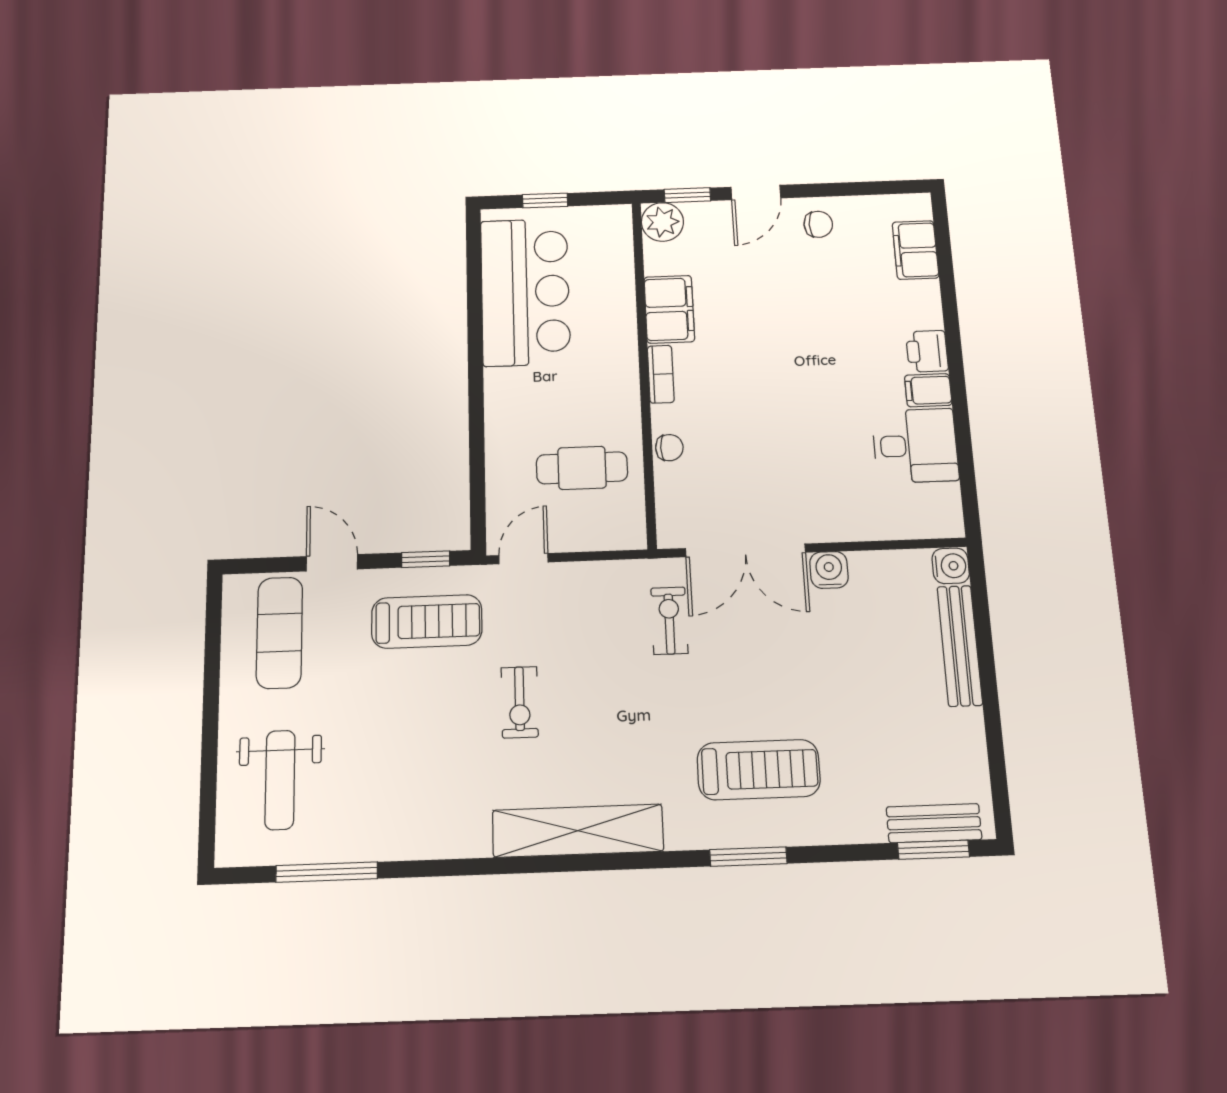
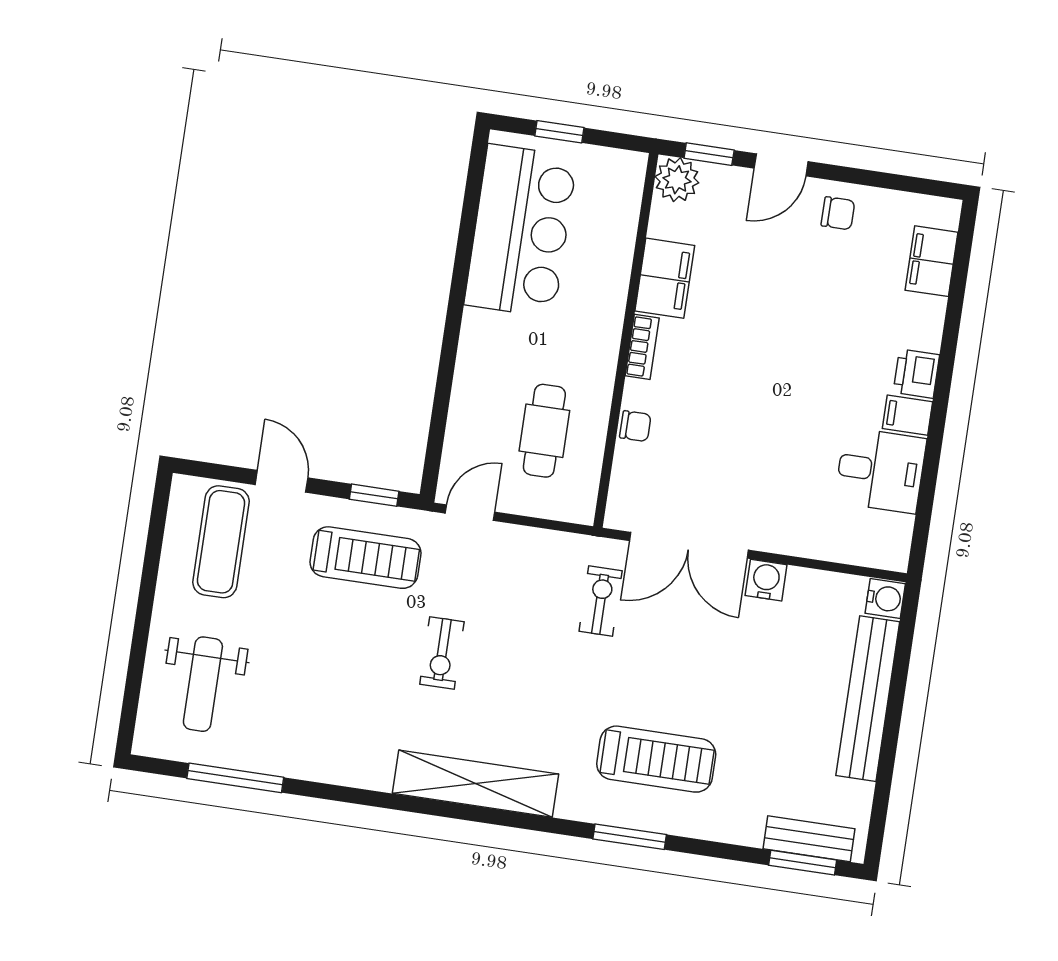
cafe table: (582, 468) -> (544, 431), turned 90
bench: (960, 646) -> (868, 699), width x1.37, depth x1.21

